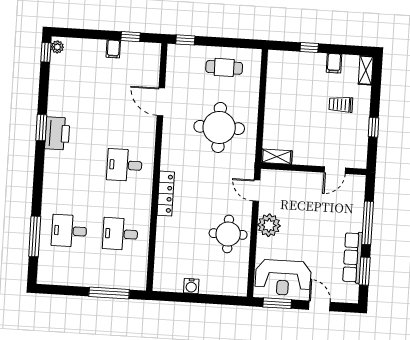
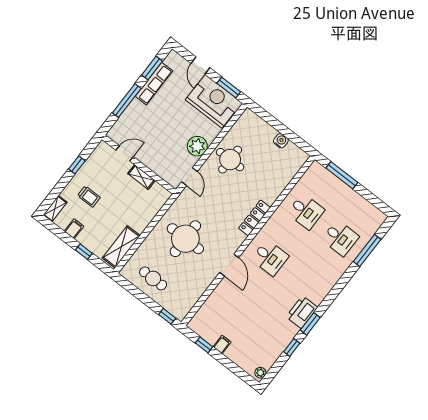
window: (46, 52) -> (292, 348), moved
shelving: (276, 77) -> (121, 247), added
door: (161, 102) -> (229, 265), moved
shelving: (277, 157) -> (141, 177), moved

